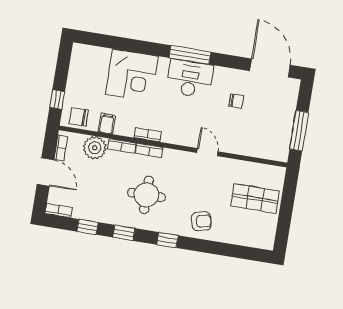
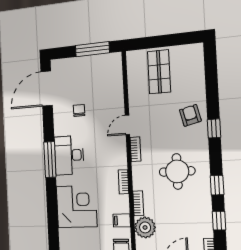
bookcase: (149, 150) -> (135, 149), moved
window: (167, 240) -> (214, 128), moved

